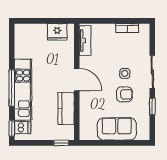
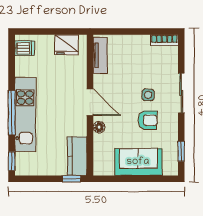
bookcase: (127, 28) -> (164, 40), moved
floor lamp: (84, 100) -> (99, 127), added
window: (152, 107) -> (181, 151), moved
kitchen counter: (66, 108) -> (77, 156), moved
dishwasher: (22, 128) -> (25, 48), moved

